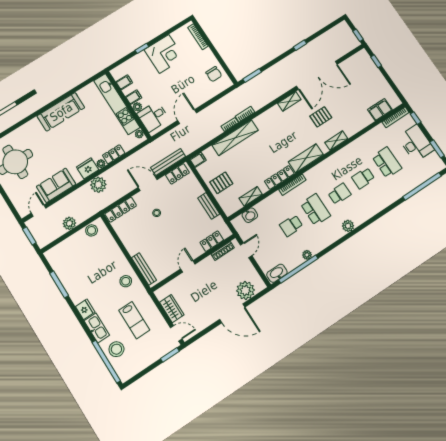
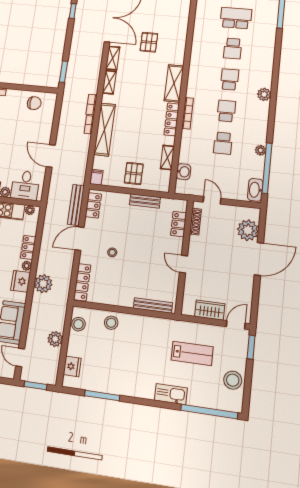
shelving: (336, 141) -> (109, 82), moved
school desk: (315, 210) -> (226, 111), width x0.54
stool: (126, 281) -> (111, 323), moved
fridge: (85, 309) -> (72, 366), moved, turned 90
stool: (116, 349) -> (233, 380), moved

